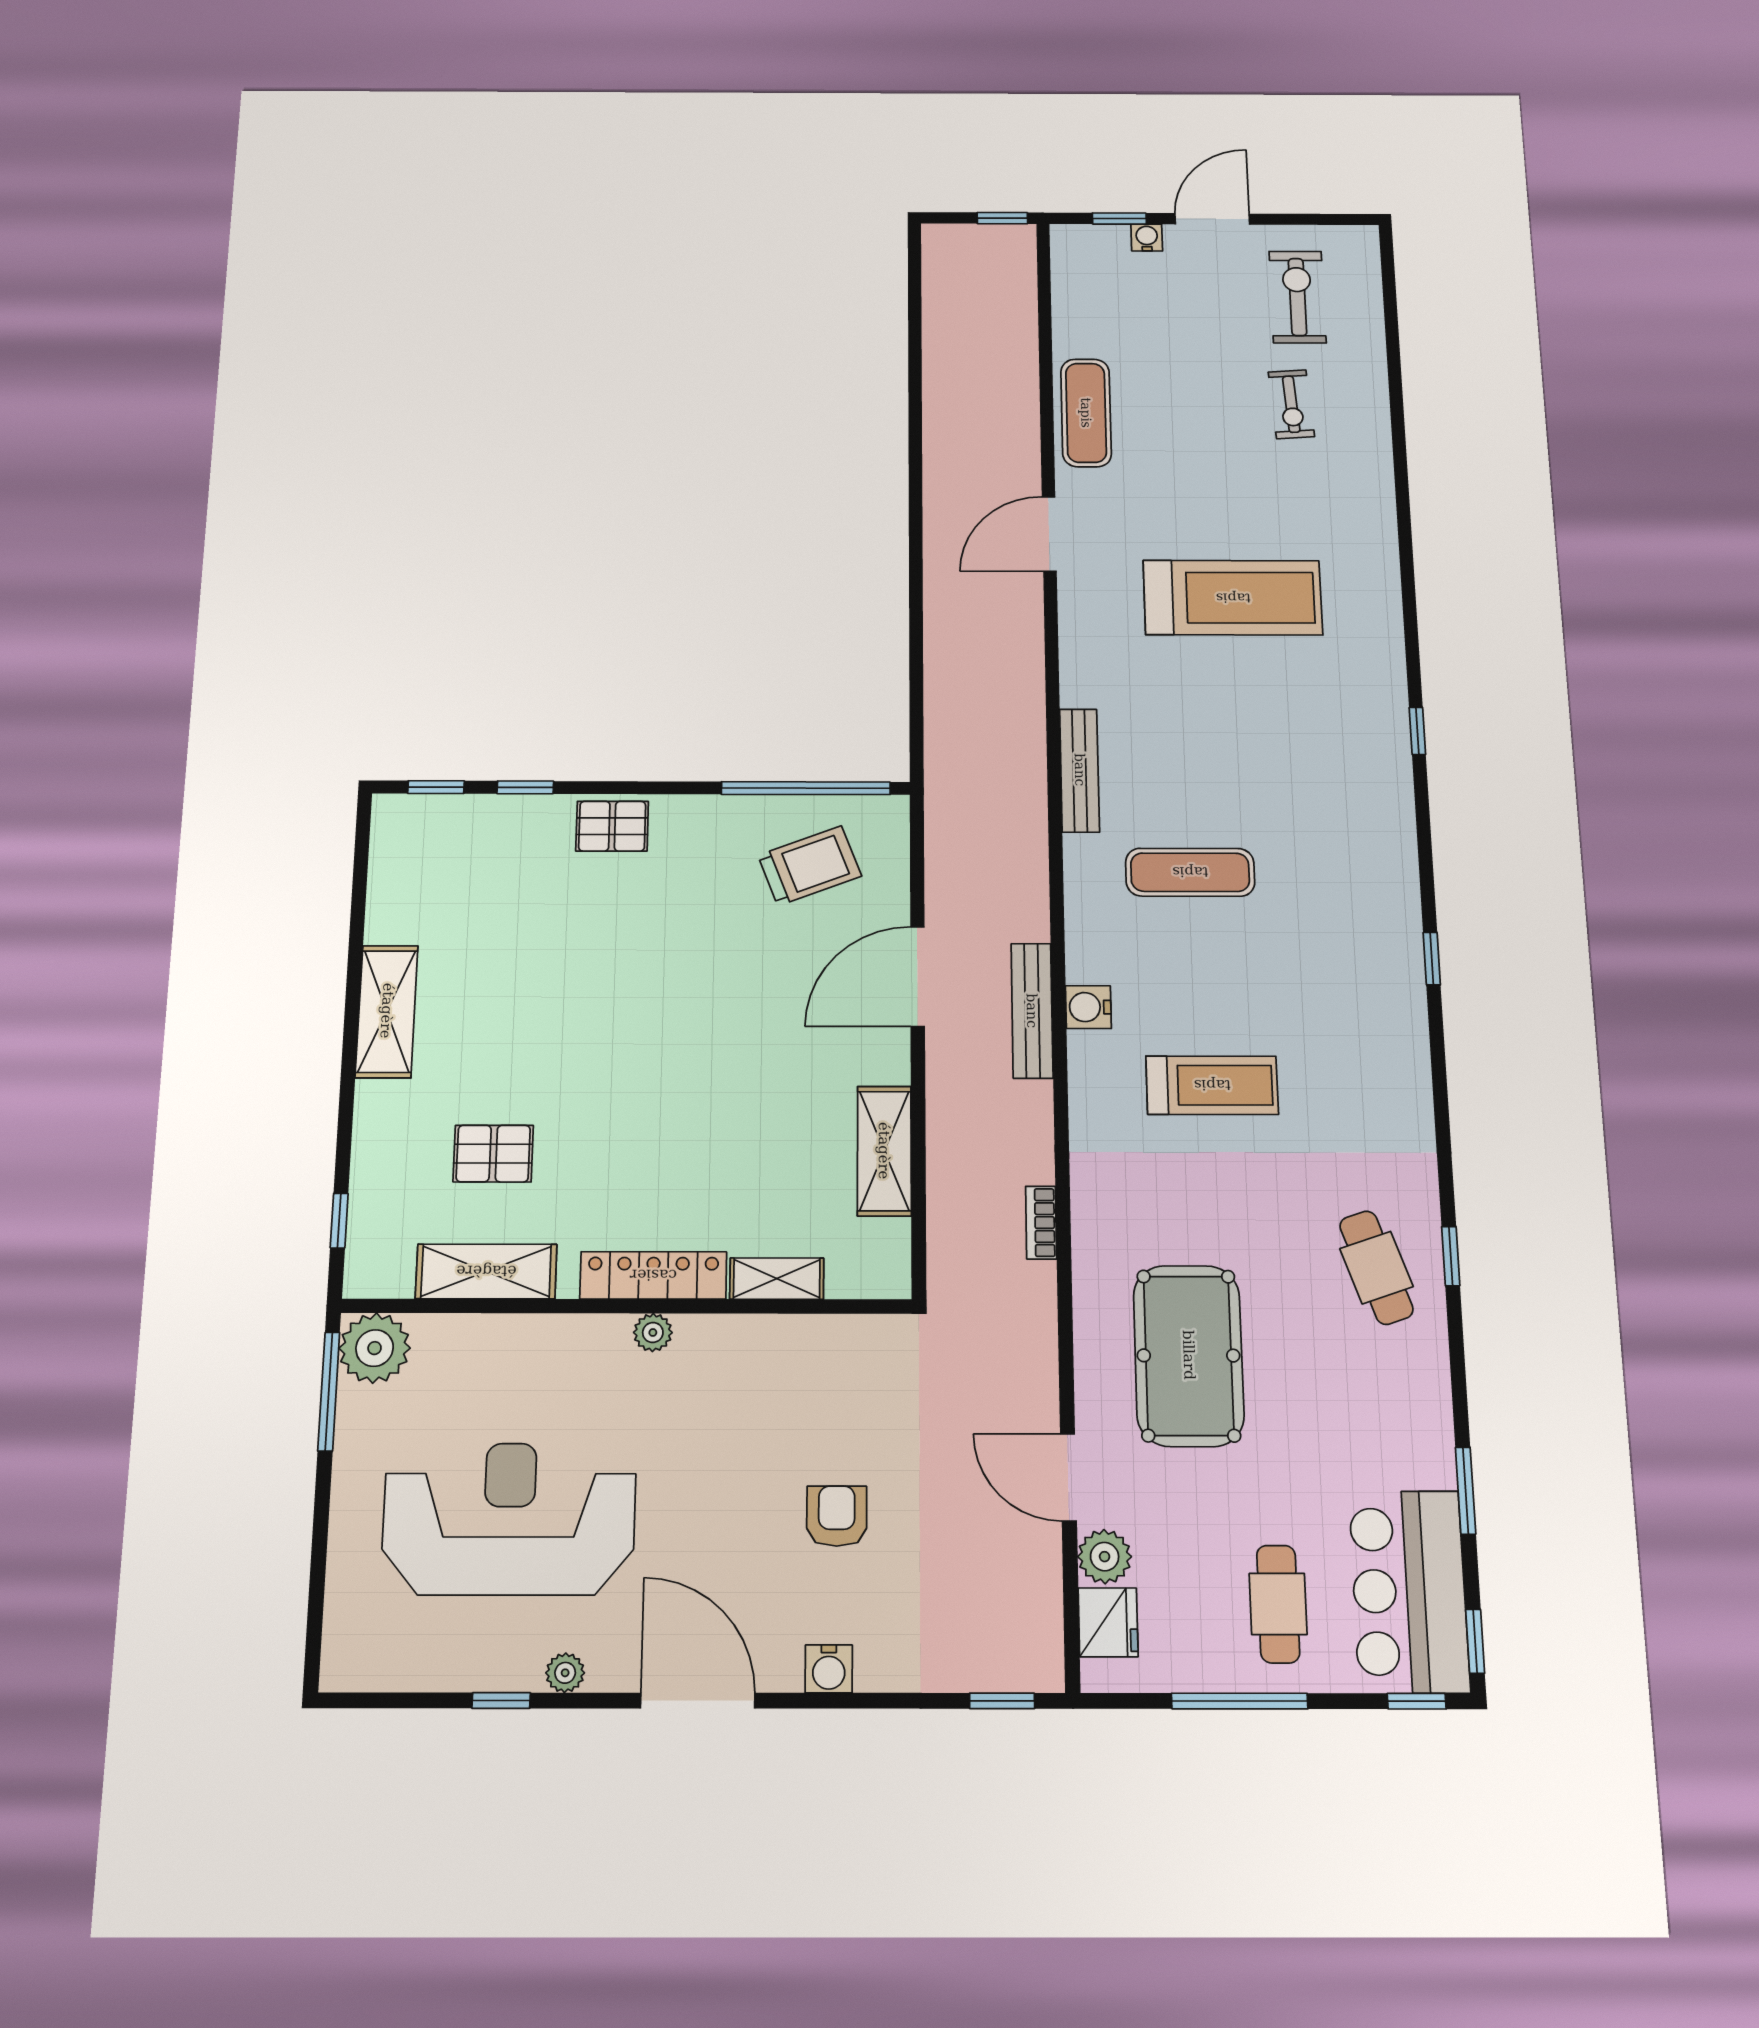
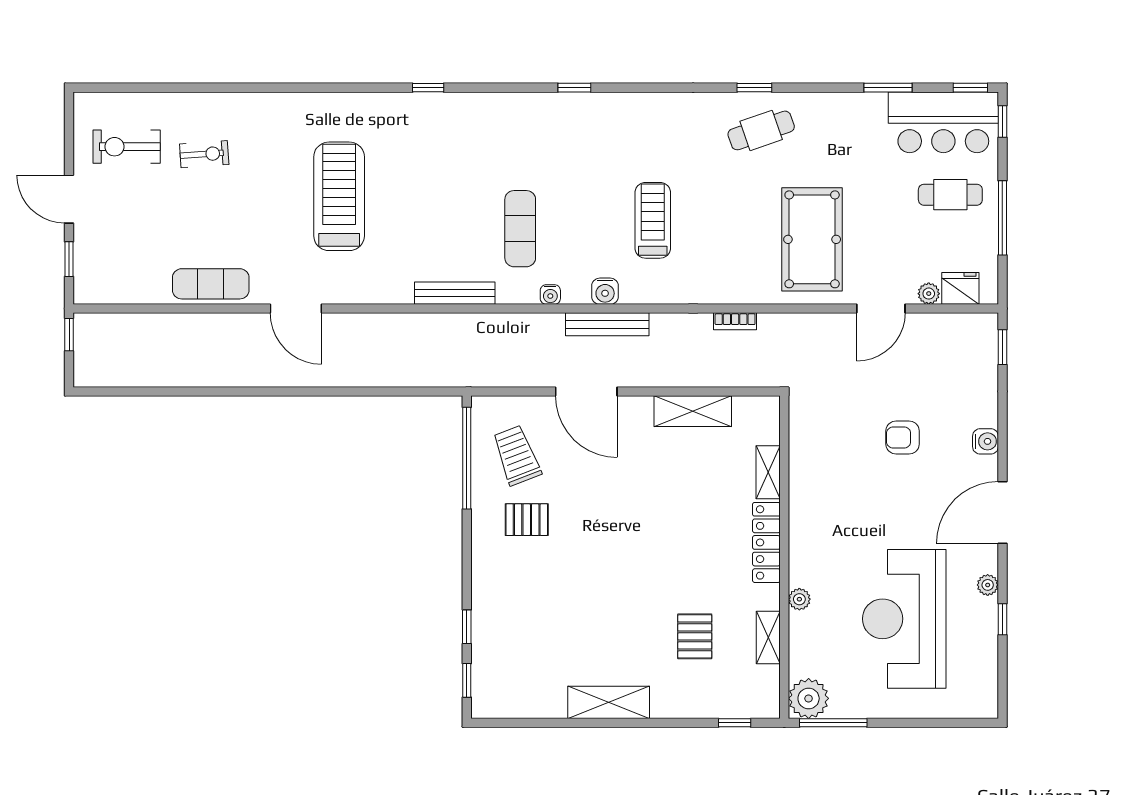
water cooler: (1147, 238) -> (550, 294), moved, turned -90
pallet: (612, 826) -> (527, 520), moved, turned 90
shelving: (486, 1271) -> (768, 638), width x0.67, depth x0.75
plant: (653, 1333) -> (799, 599), moved
pool table: (1189, 1355) -> (812, 239), turned 90
plant: (1105, 1557) -> (929, 294), width x0.73, depth x0.73

